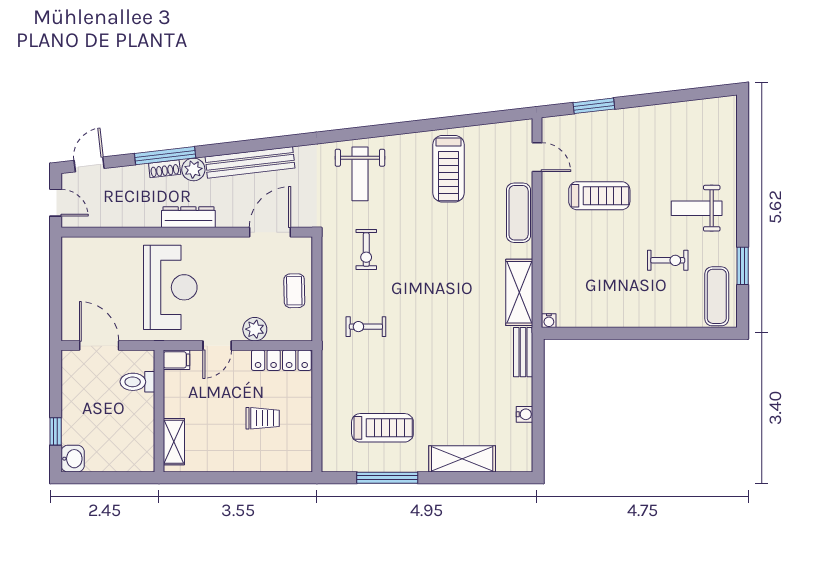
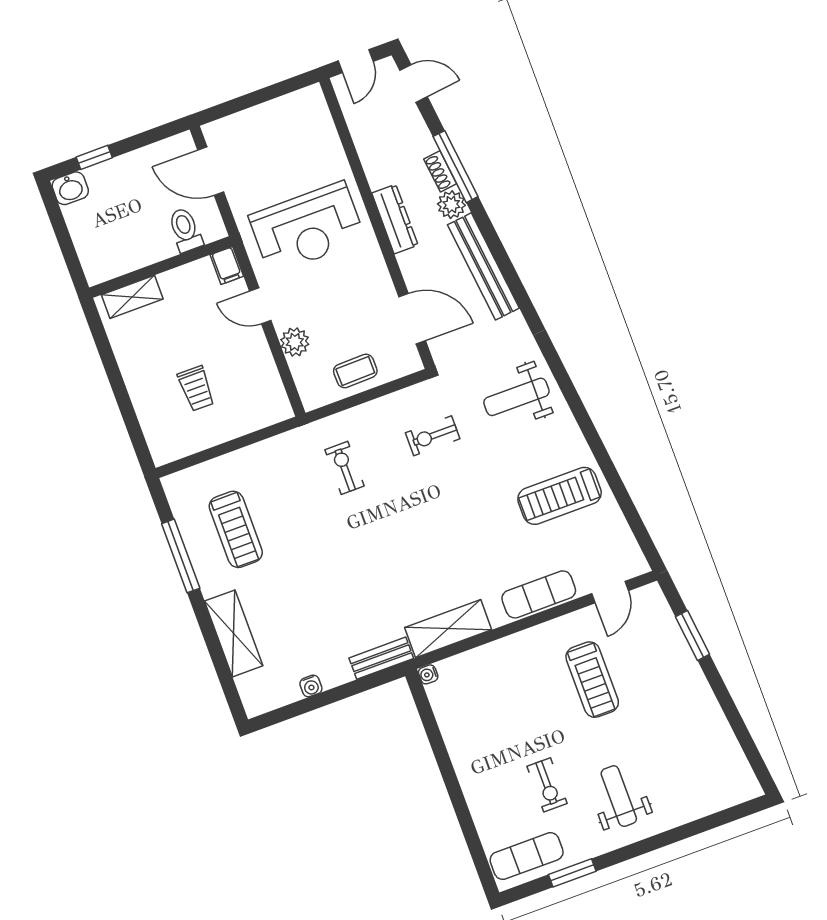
door: (99, 346) -> (211, 171), swing flipped
locker: (281, 360) -> (270, 385), removed

